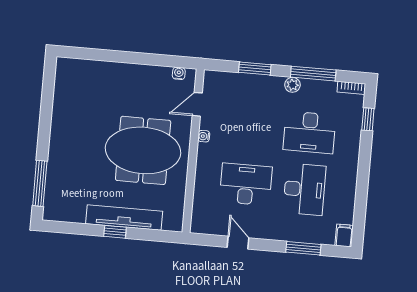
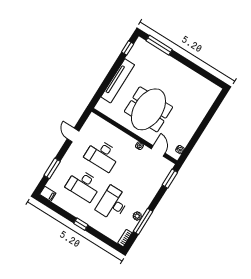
window: (255, 69) -> (170, 179), moved
plant: (292, 85) -> (137, 216), moved
window: (368, 119) -> (81, 224), moved
desk: (246, 184) -> (102, 155), turned 90
window: (115, 232) -> (128, 48), moved
door: (238, 243) -> (73, 135), swing flipped

